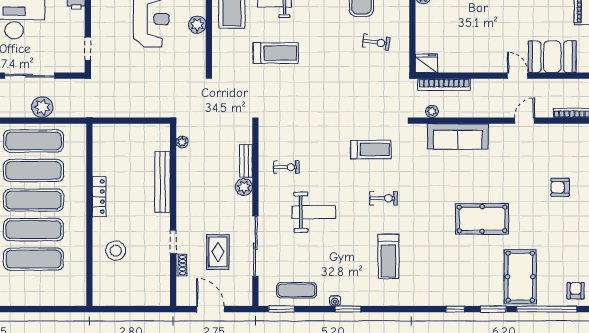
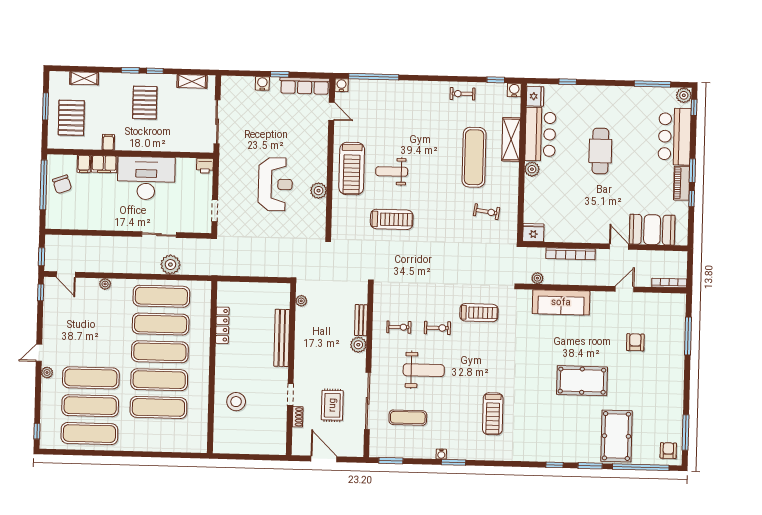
sliding door: (29, 76) -> (159, 235), width x0.73
bookcase: (444, 85) -> (571, 254), moved
armchair: (560, 187) -> (635, 342), moved, turned 90
locker: (99, 197) -> (222, 325), moved
exercise bike: (384, 198) -> (437, 328), moved
exercise mat: (297, 290) -> (408, 418), moved

